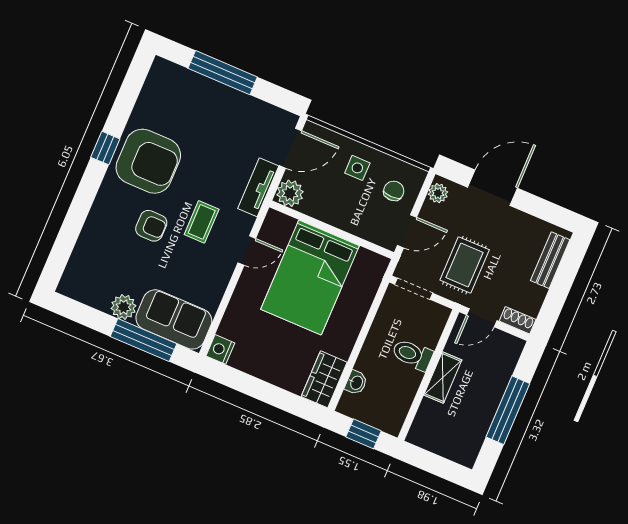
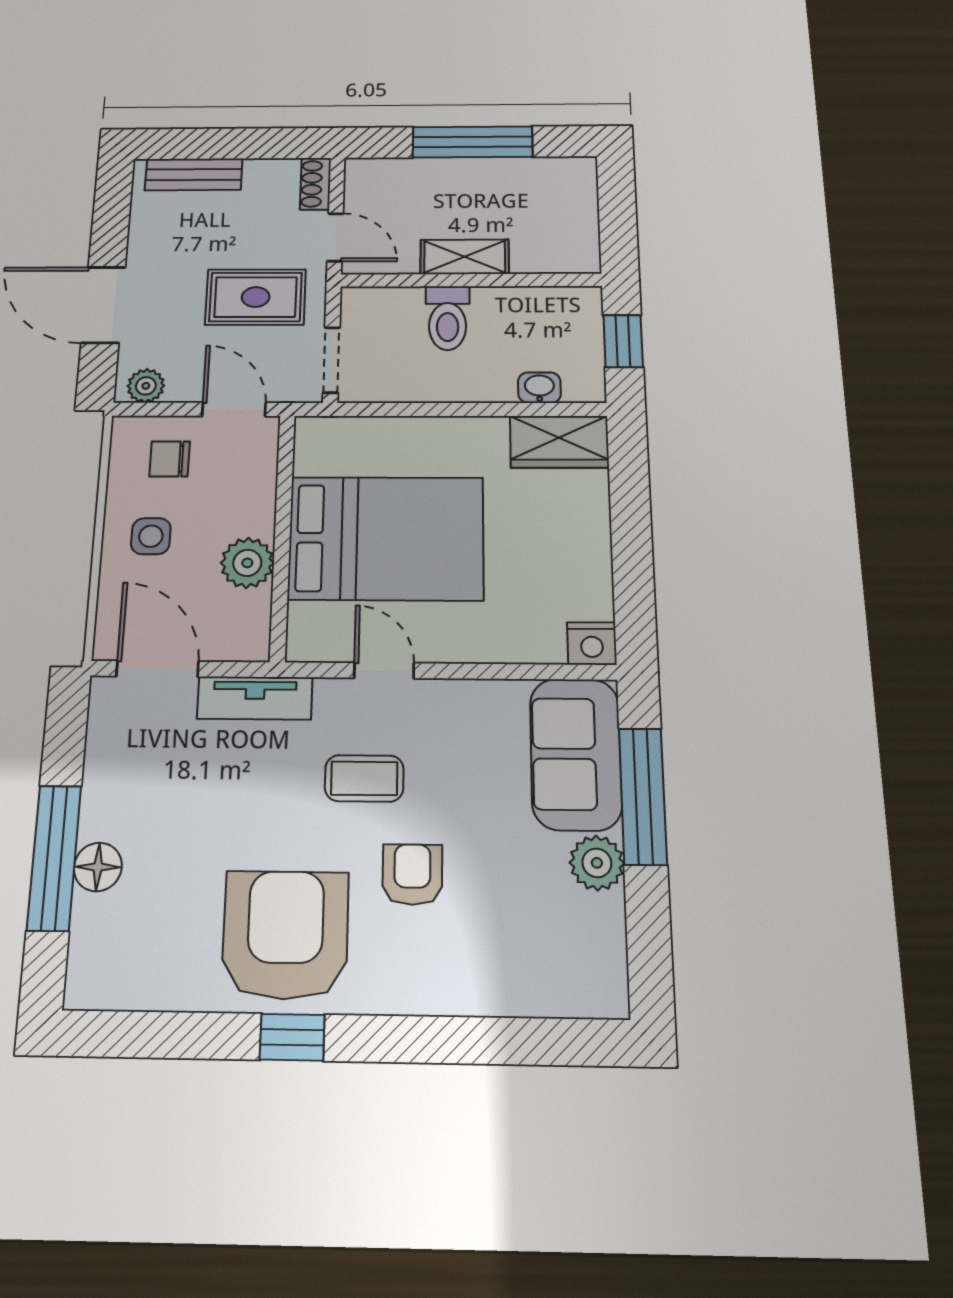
floor lamp: (211, 90) -> (98, 867), added
plant: (290, 193) -> (247, 563), moved

